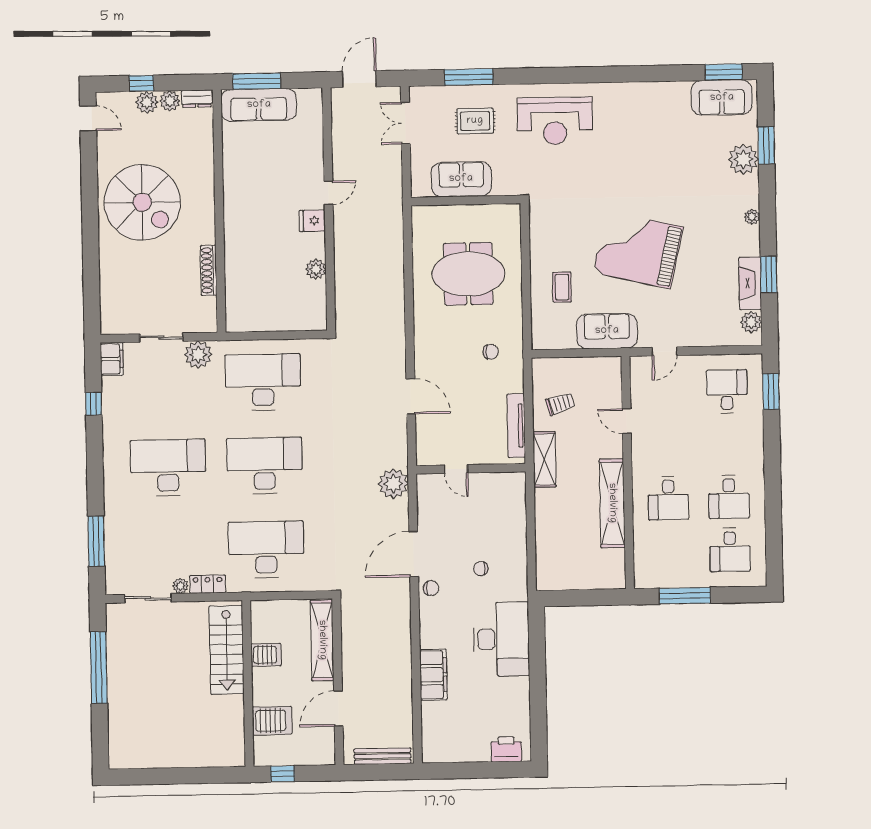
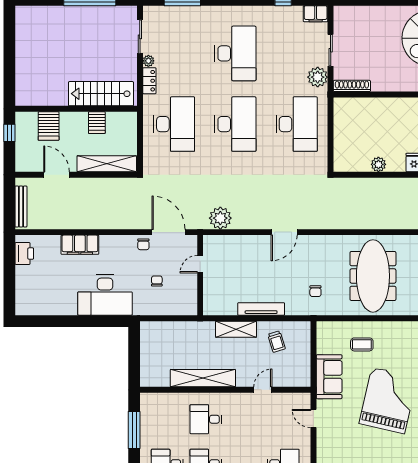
shoe rack: (209, 270) -> (352, 86), moved
meeting table: (468, 274) -> (373, 276), width x1.36
door: (456, 469) -> (200, 264), moved
wall: (471, 469) -> (200, 275), moved
printer: (506, 749) -> (24, 254), moved

